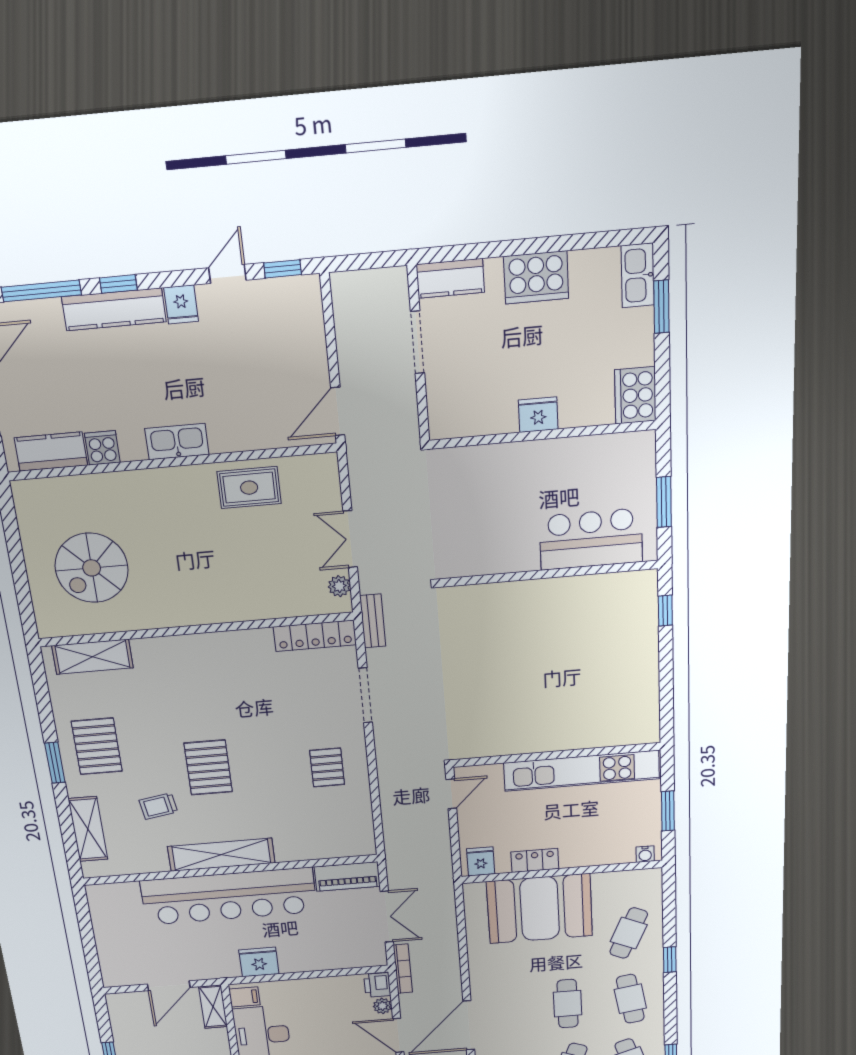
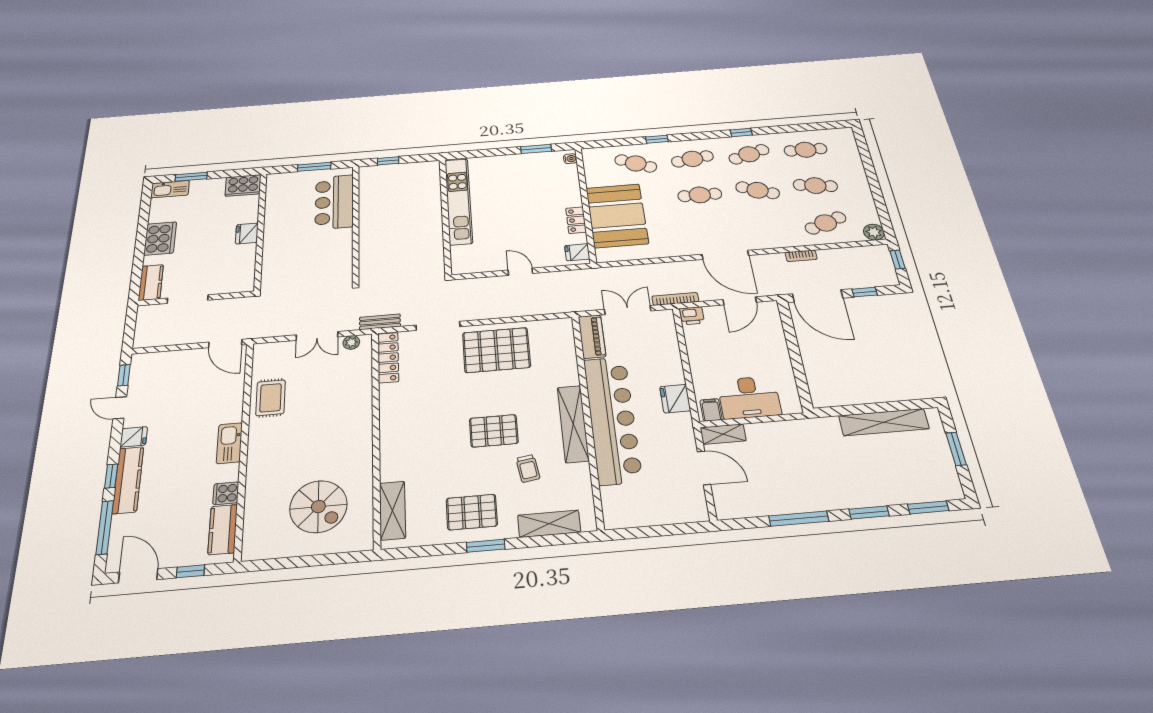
wall: (557, 755) -> (445, 216), moved
pallet: (327, 767) -> (496, 350), width x2.05, depth x2.00
kitchen unit: (582, 771) -> (459, 201), moved
plant: (382, 1006) -> (712, 312), removed

